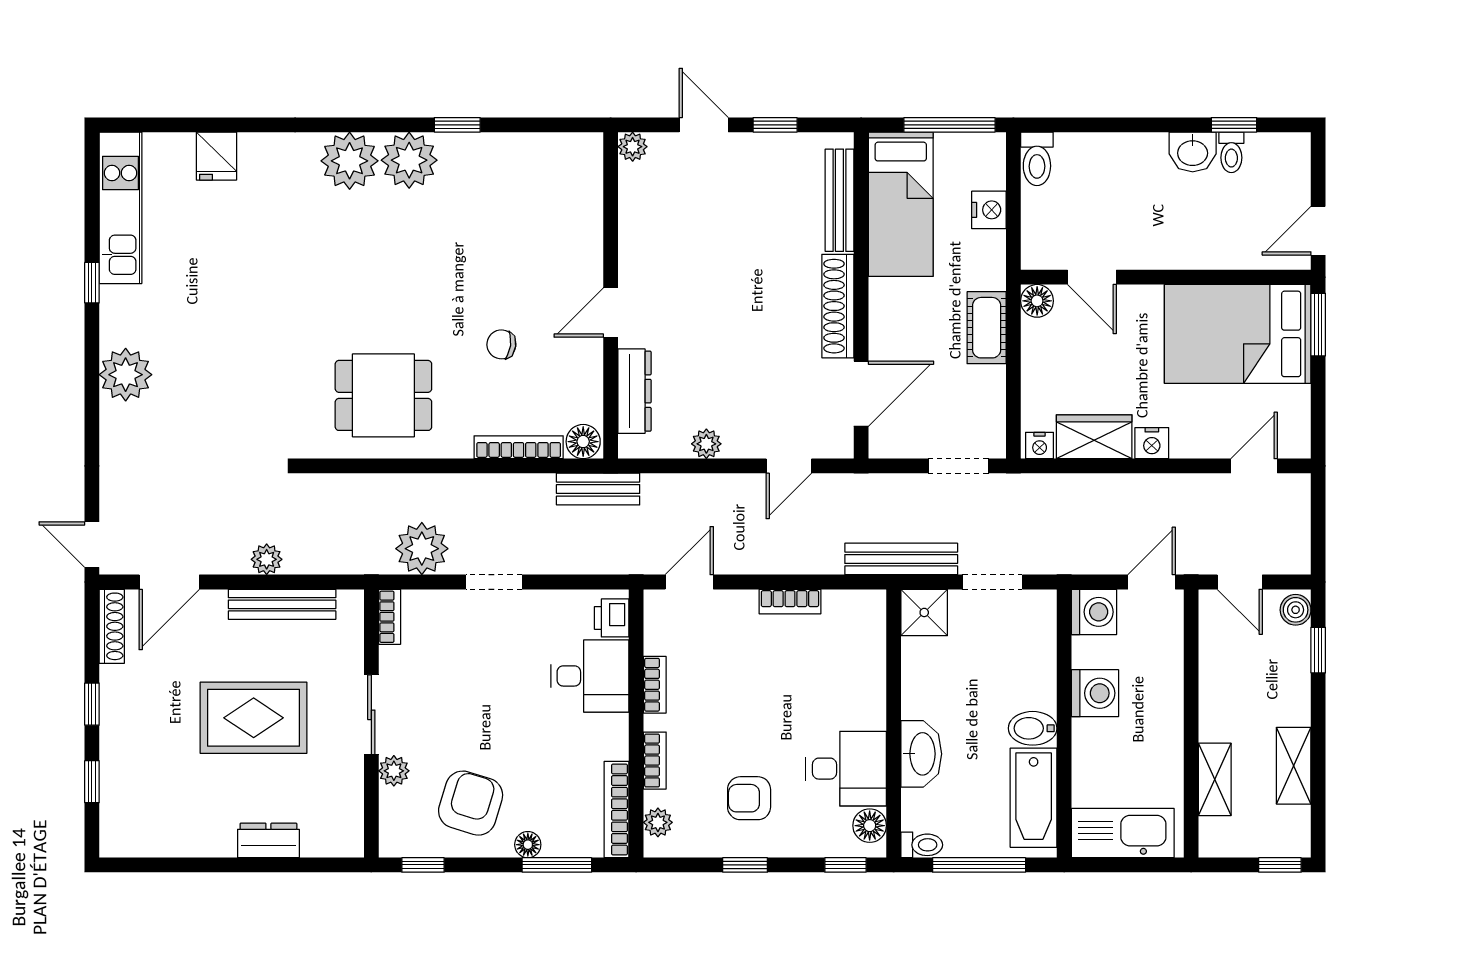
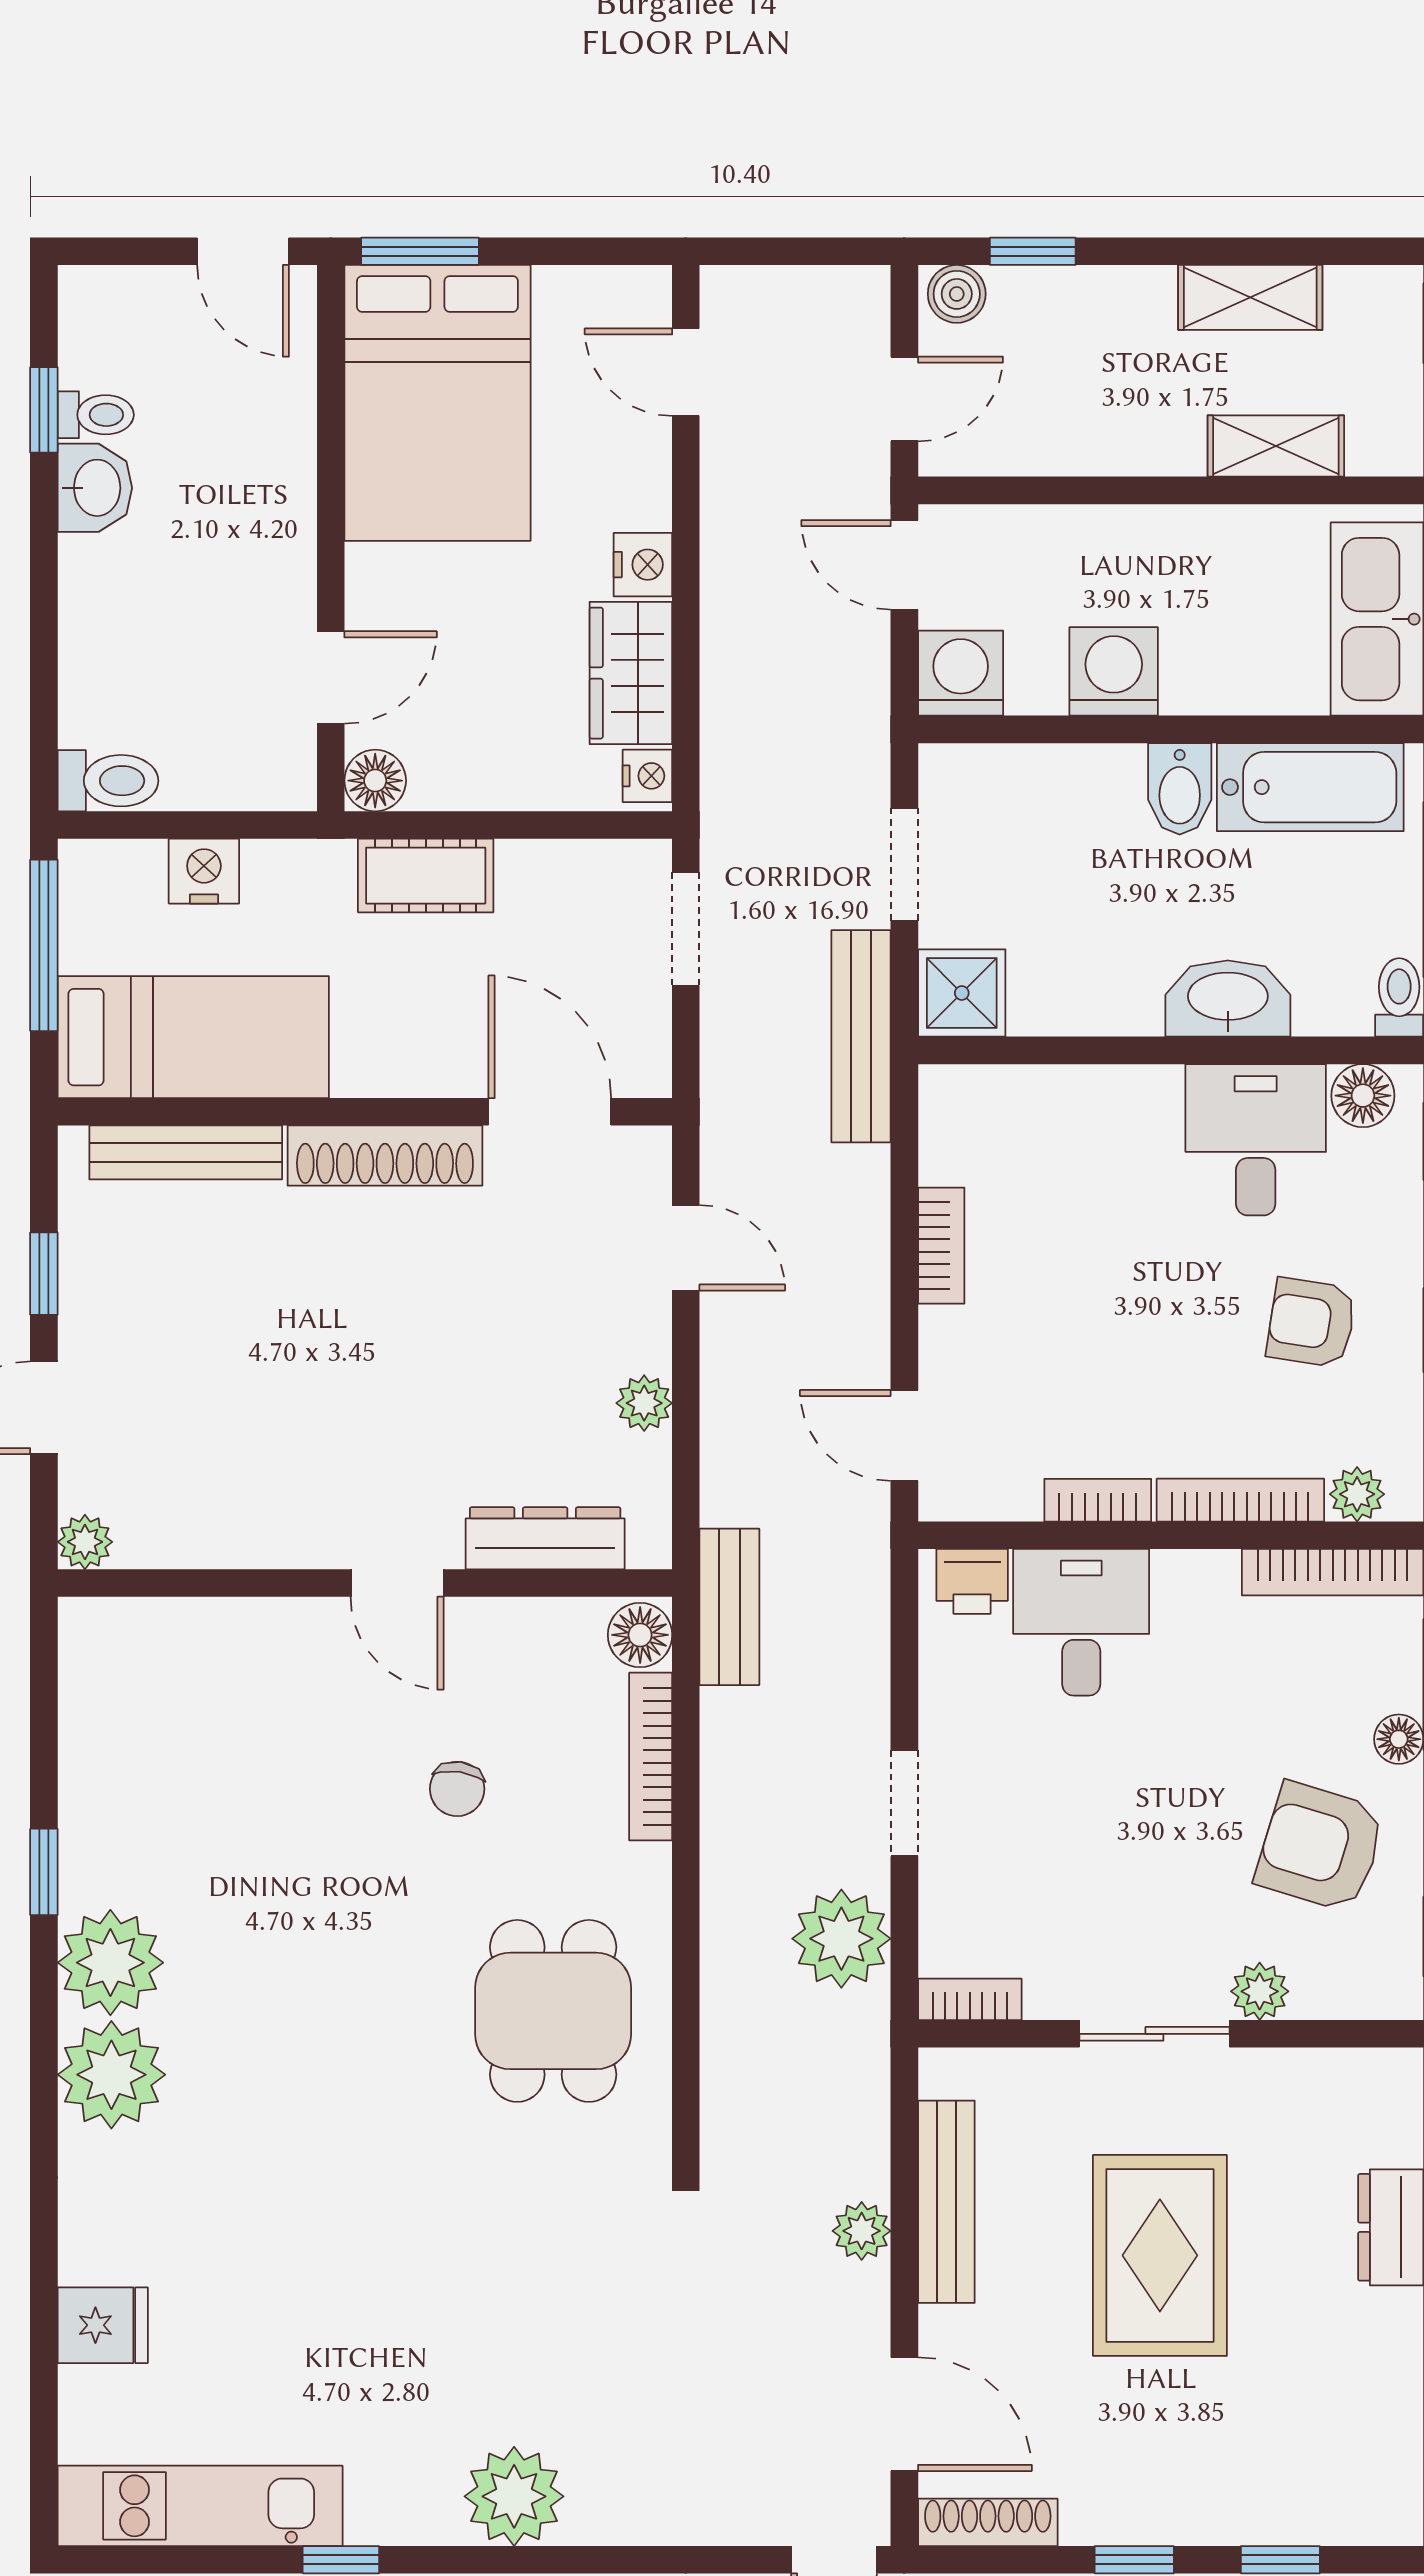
bookcase: (655, 761) -> (1240, 1500), width x1.56
armchair: (749, 798) -> (1311, 1323), turned 99

